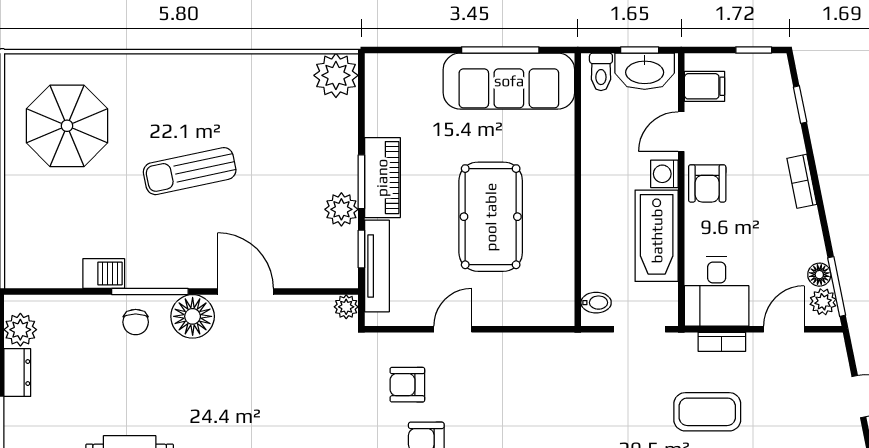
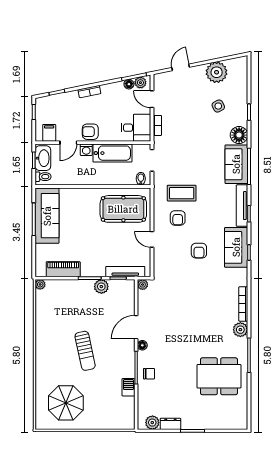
plant: (336, 75) -> (40, 284), width x0.53, depth x0.53
door: (681, 132) -> (68, 143), hinge flipped
piano: (382, 178) -> (63, 269), moved
armchair: (707, 183) -> (90, 132), turned 180
pool table: (491, 217) -> (123, 209), moved
floor lamp: (193, 316) -> (142, 345), width x0.53, depth x0.53
armchair: (407, 385) -> (178, 218), moved
coffee table: (707, 412) -> (182, 193), moved, turned 90

